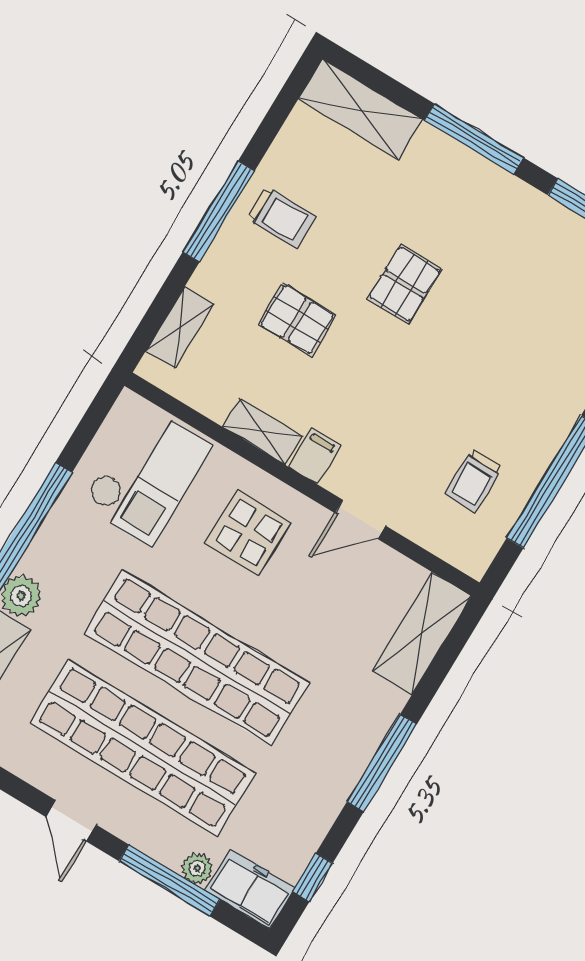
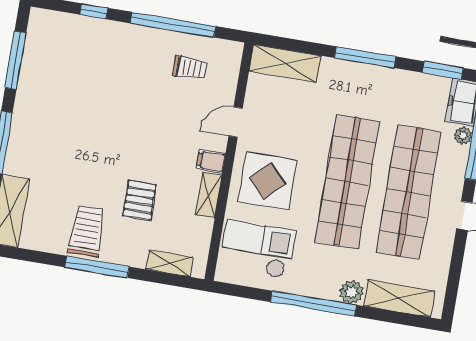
trolley: (281, 217) -> (87, 231), width x1.36, depth x1.39
pallet: (404, 284) -> (97, 149), removed
door: (360, 520) -> (236, 122), swing flipped
display table: (248, 533) -> (267, 181), width x1.36, depth x1.36
window: (313, 877) -> (443, 70), width x1.50

